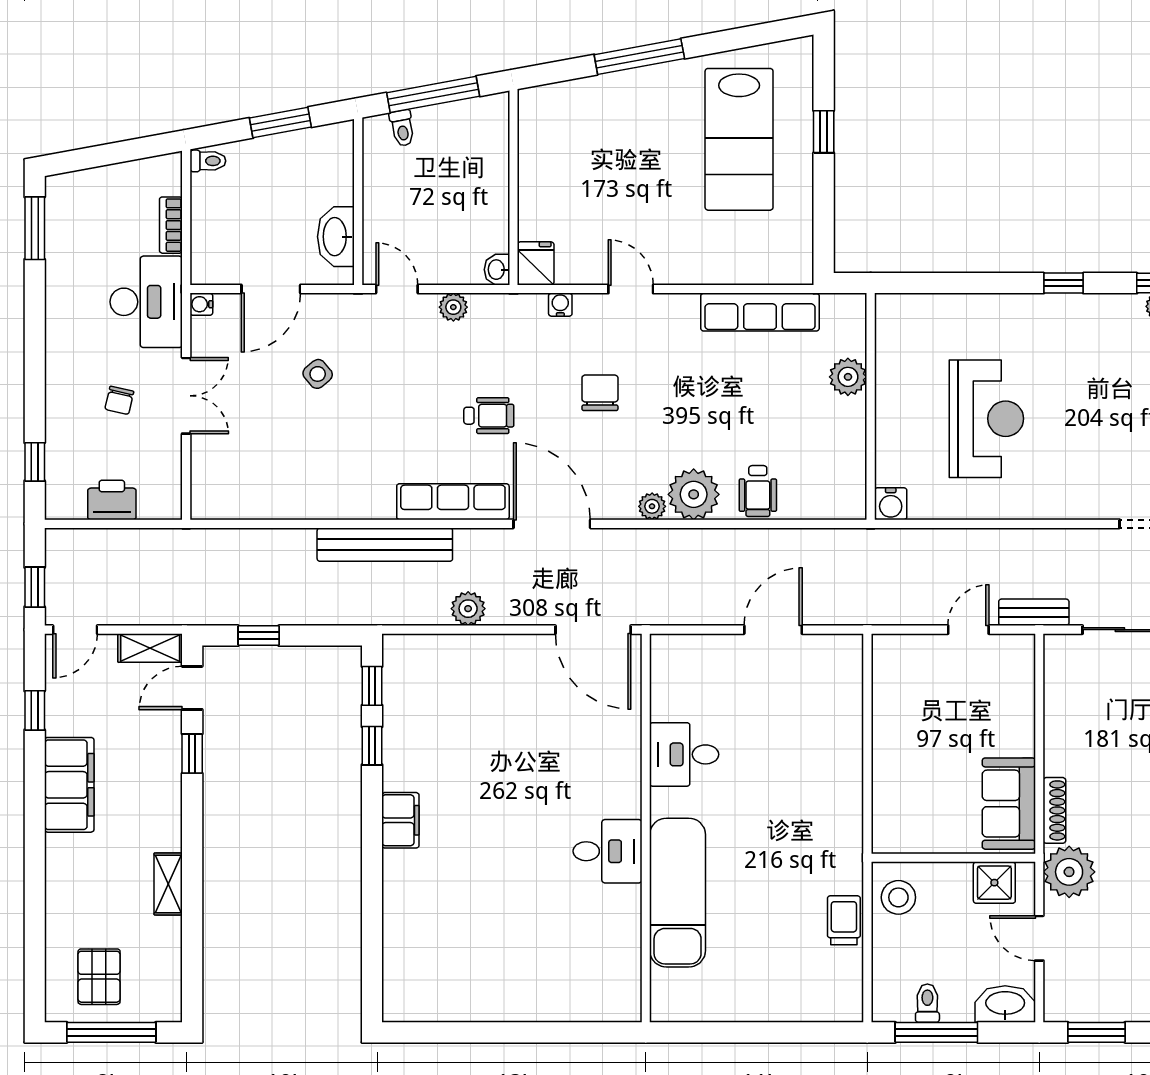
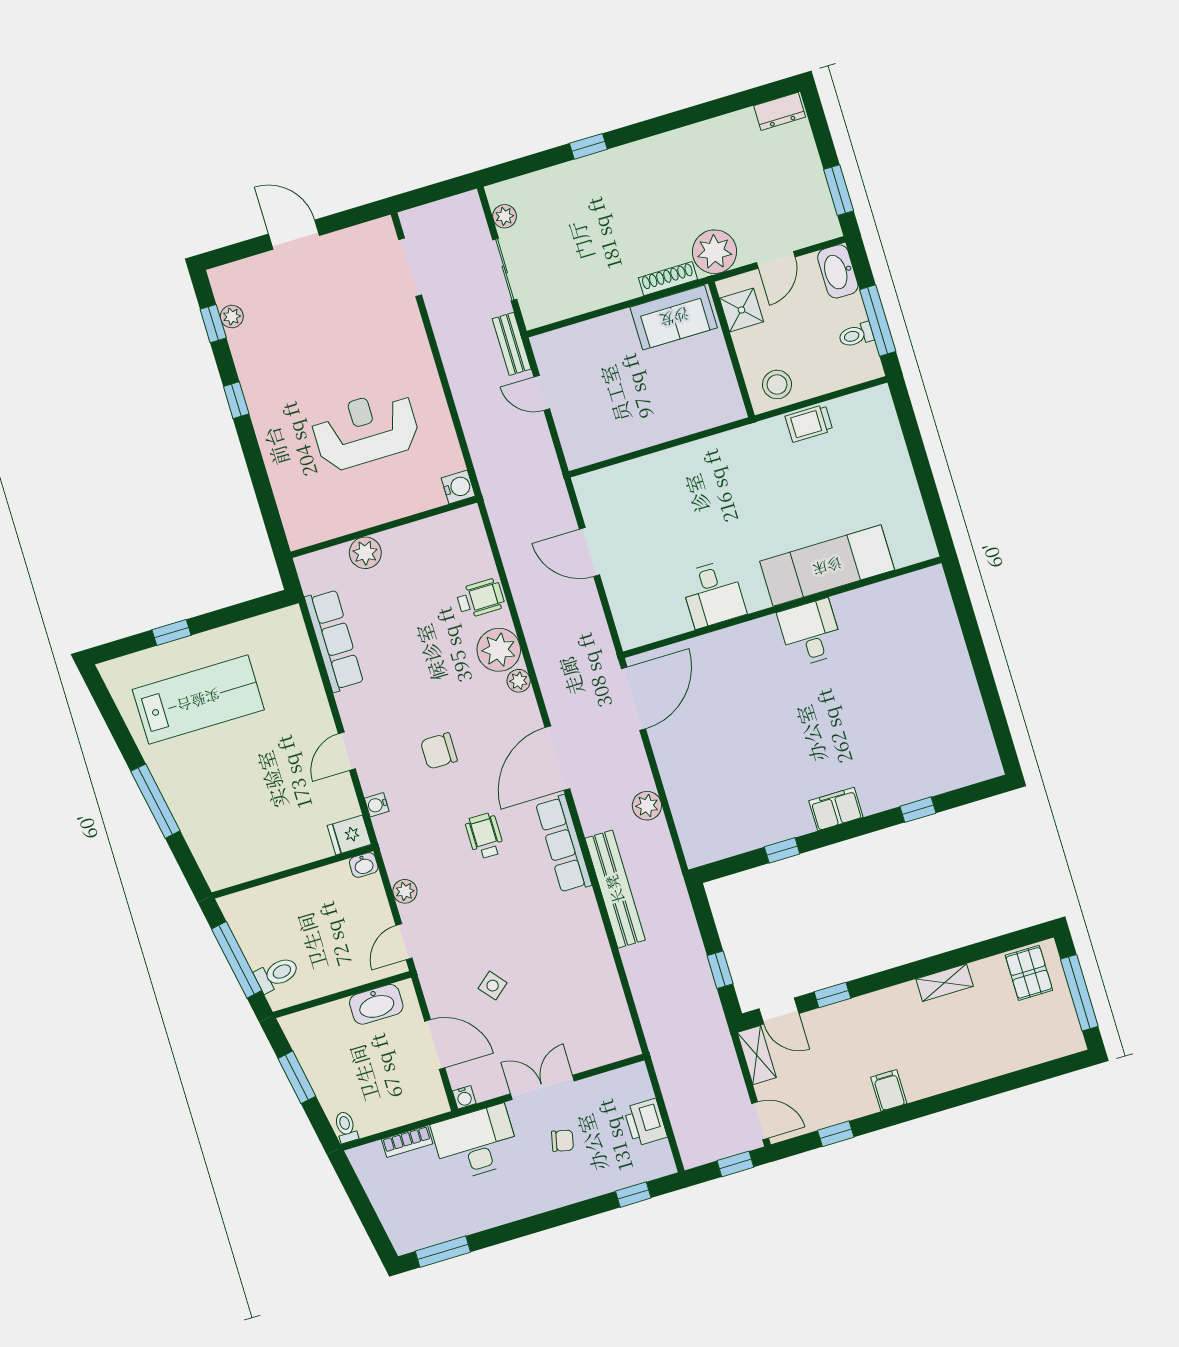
toilet: (402, 128) -> (277, 974), width x1.37, depth x1.39
window: (372, 686) -> (918, 810), moved
filing cabinet: (69, 785) -> (889, 1090), width x0.33, depth x0.86
pallet: (99, 977) -> (1029, 973), moved, turned 90

